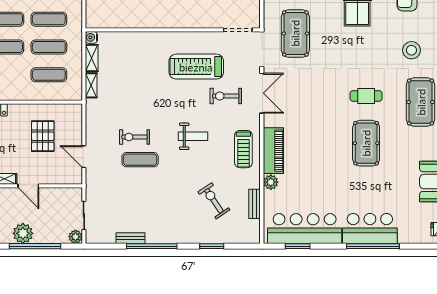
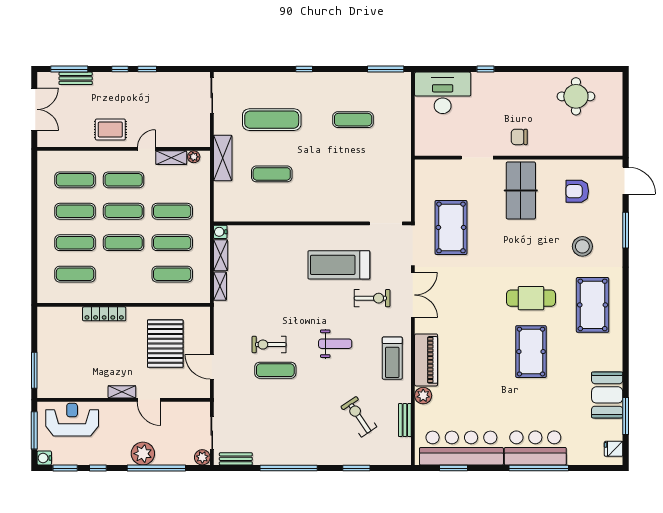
exercise bike: (226, 96) -> (372, 298), turned 180
cafe table: (366, 96) -> (531, 298), width x1.37, depth x1.35
pallet: (43, 136) -> (165, 344), width x1.37, depth x1.41
bench: (131, 238) -> (236, 459), moved

